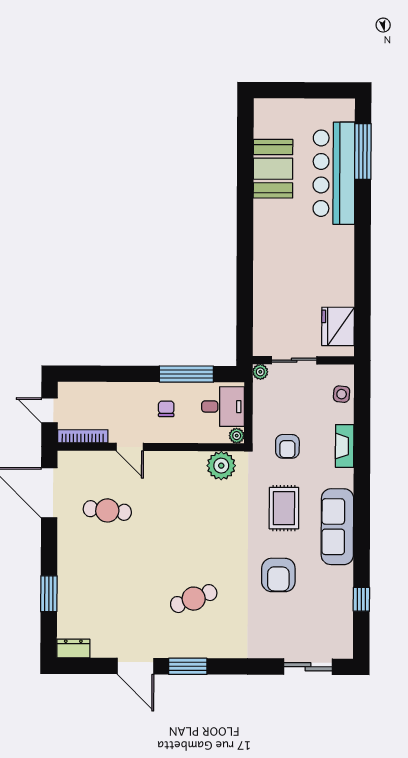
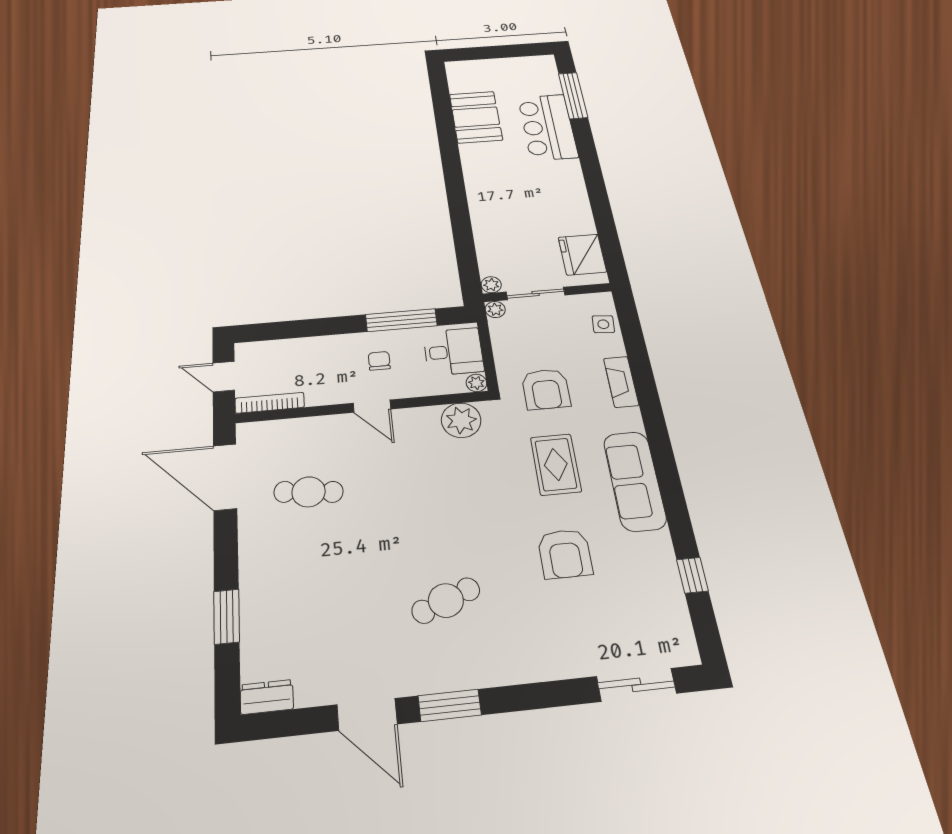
bar counter: (334, 173) -> (548, 127), width x0.73
plant: (261, 348) -> (491, 285), added
armchair: (287, 446) -> (546, 389), width x1.38, depth x1.38
door: (130, 447) -> (372, 406), moved

